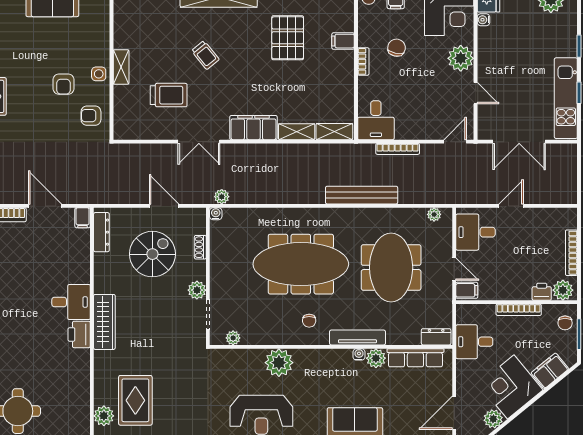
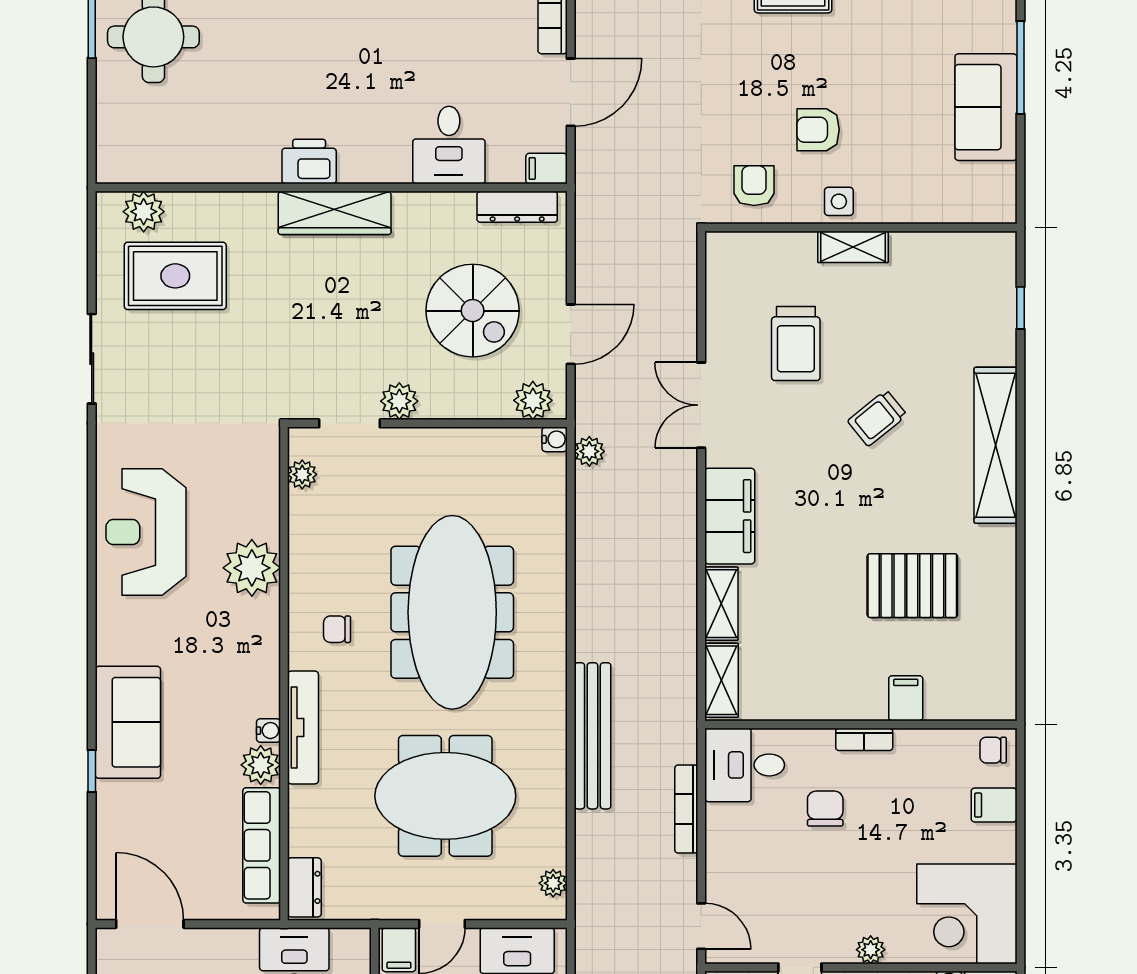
chair: (397, 48) -> (825, 809), moved, turned -101
plant: (461, 58) -> (871, 950), width x0.53, depth x0.53
plant: (197, 224) -> (533, 400), added
shoe rack: (200, 247) -> (487, 408), removed
desk: (71, 302) -> (449, 145), moved

